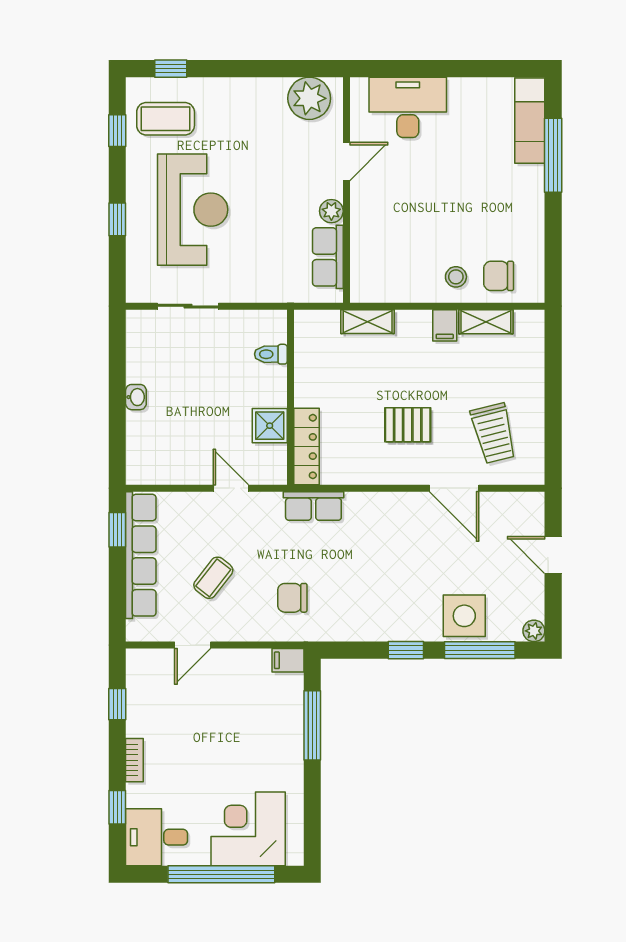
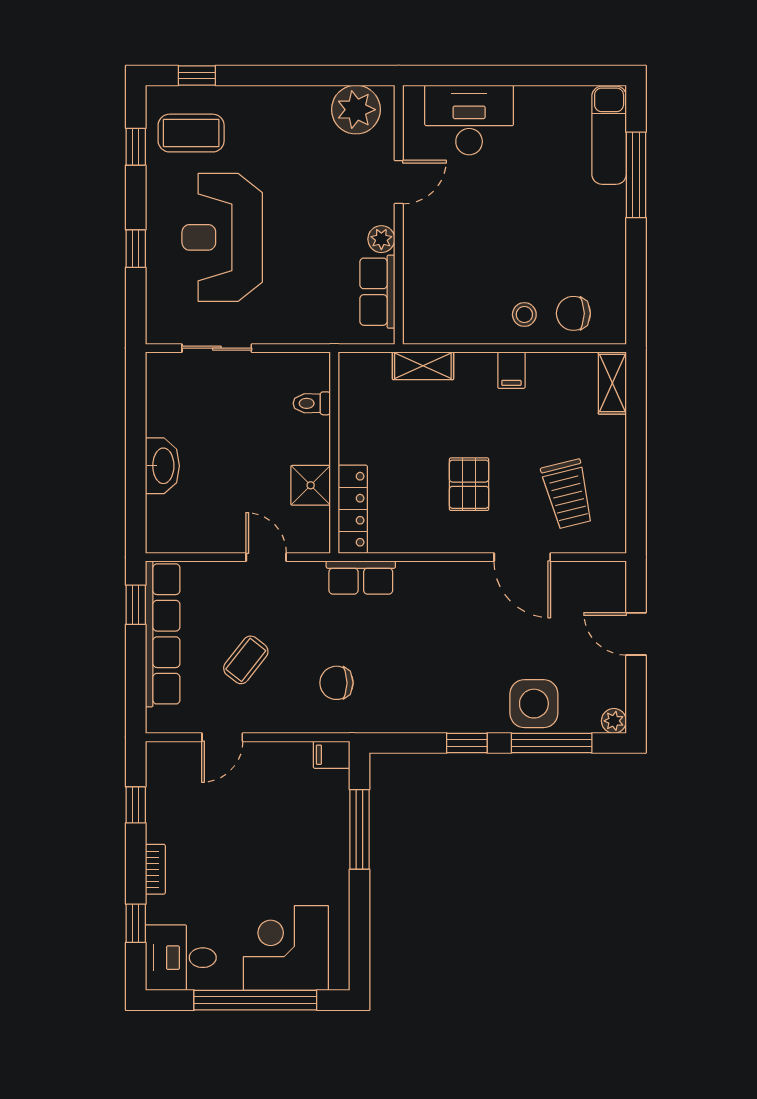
reception desk: (193, 210) -> (222, 237), turned 180
shelving: (486, 322) -> (612, 383), moved, turned 90
washbasin: (136, 397) -> (162, 466), width x1.91, depth x1.45
pallet: (408, 425) -> (469, 484), turned 90

